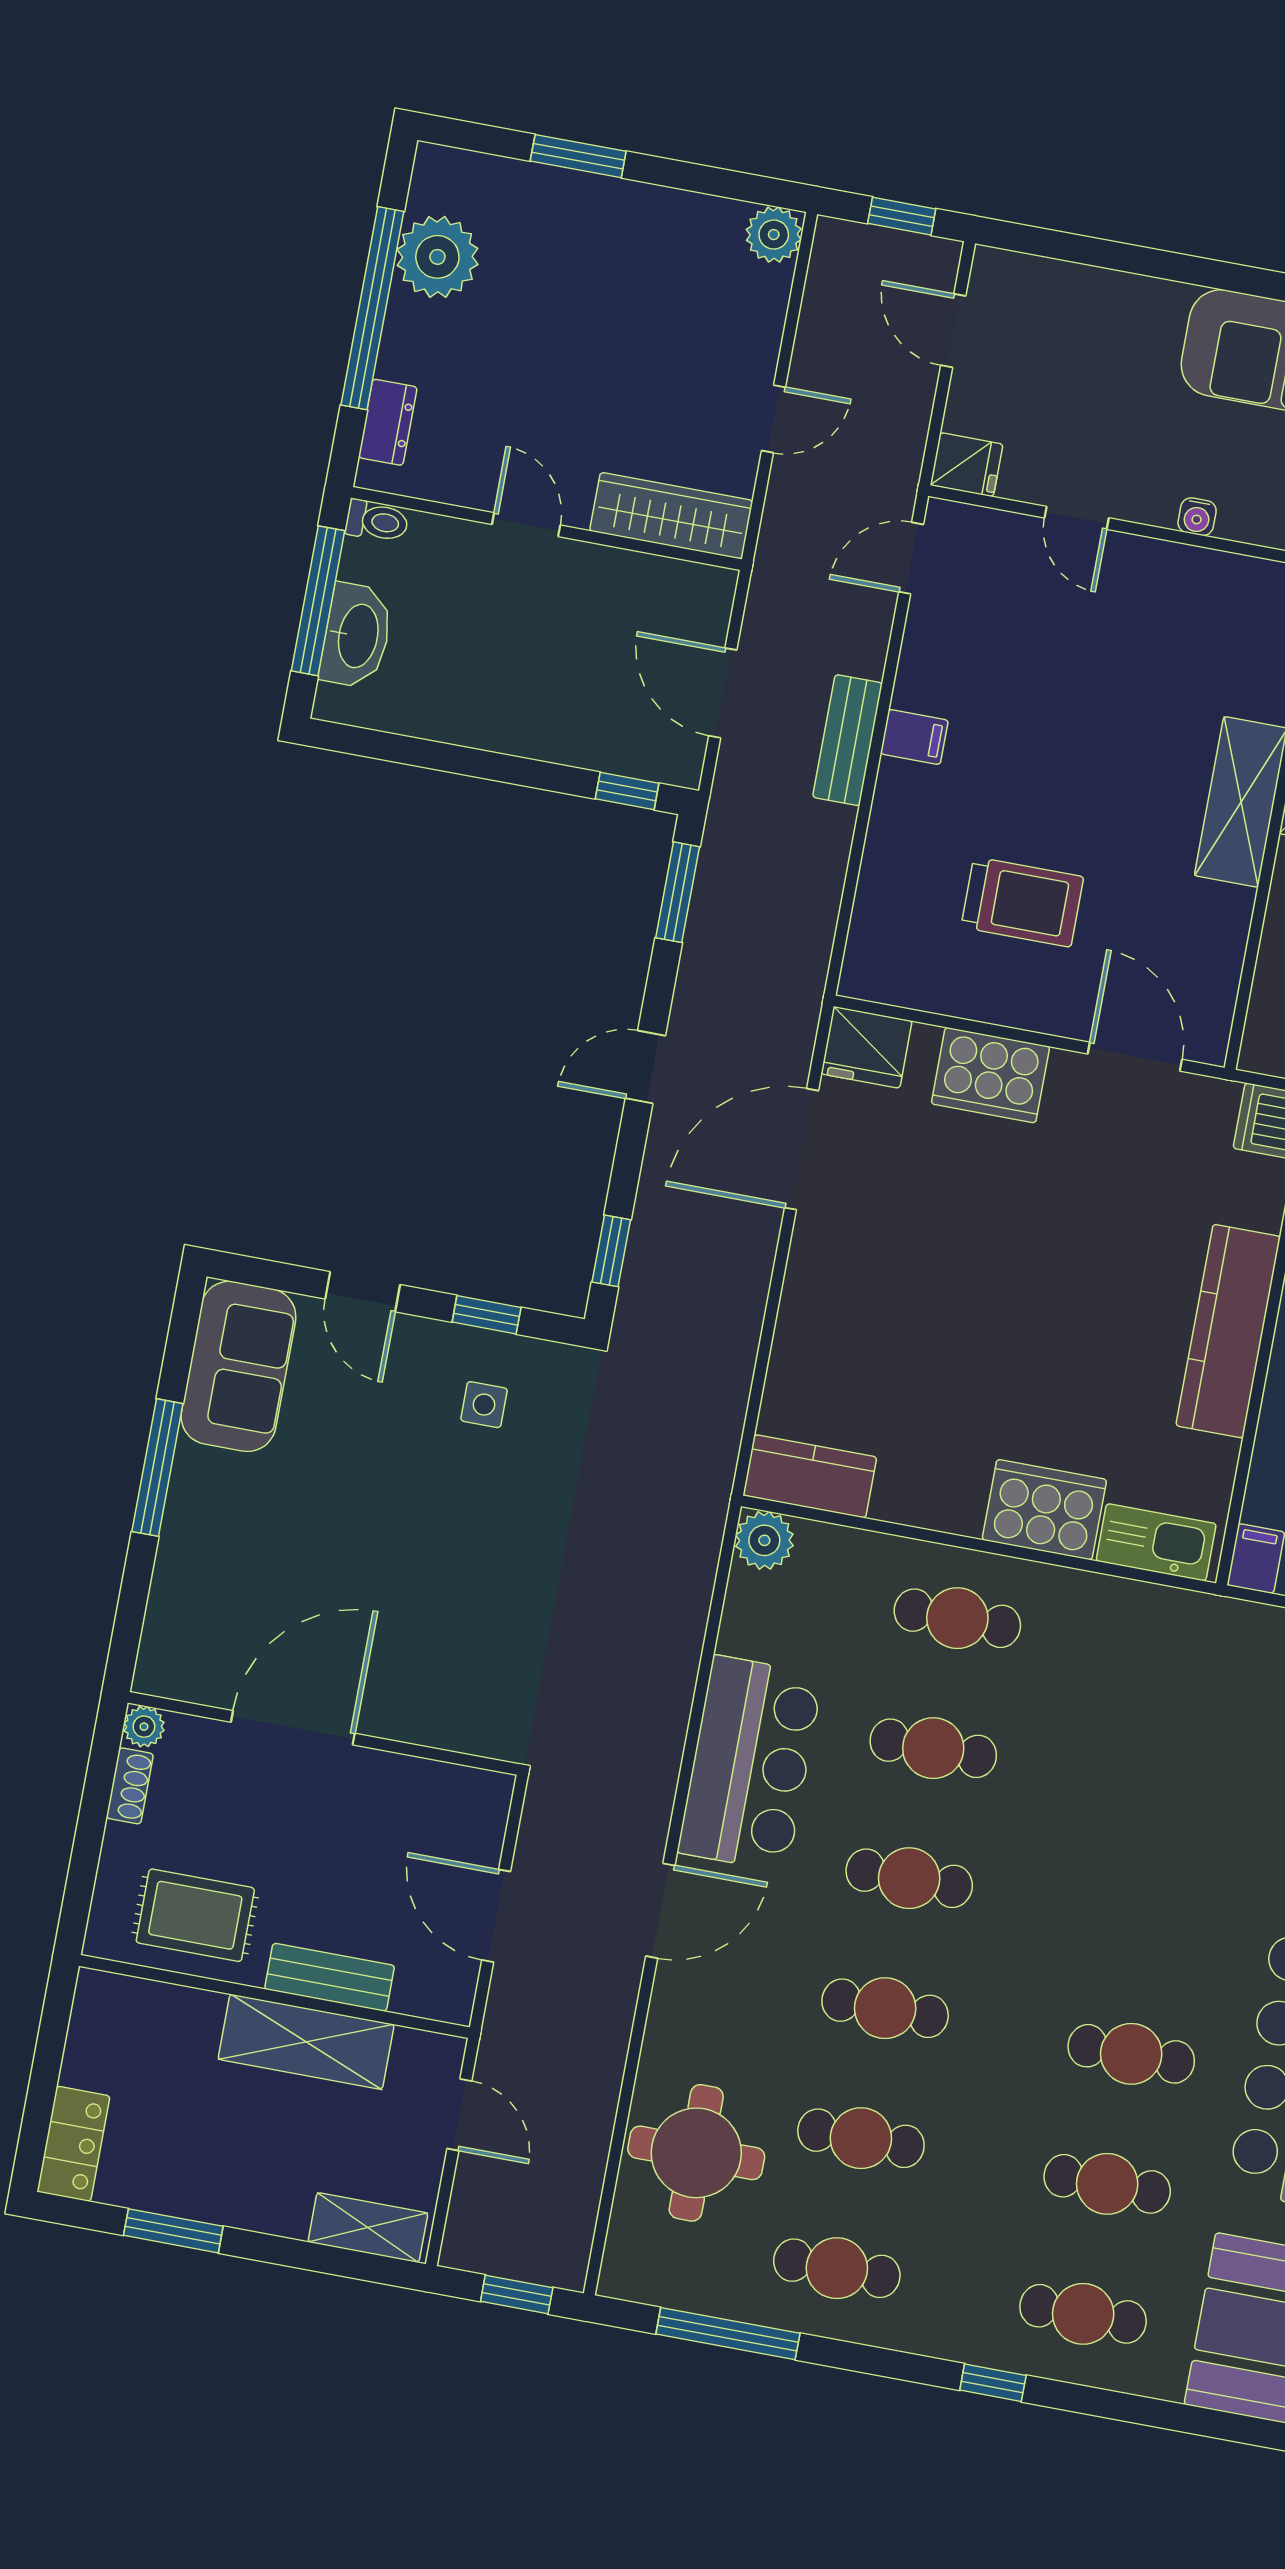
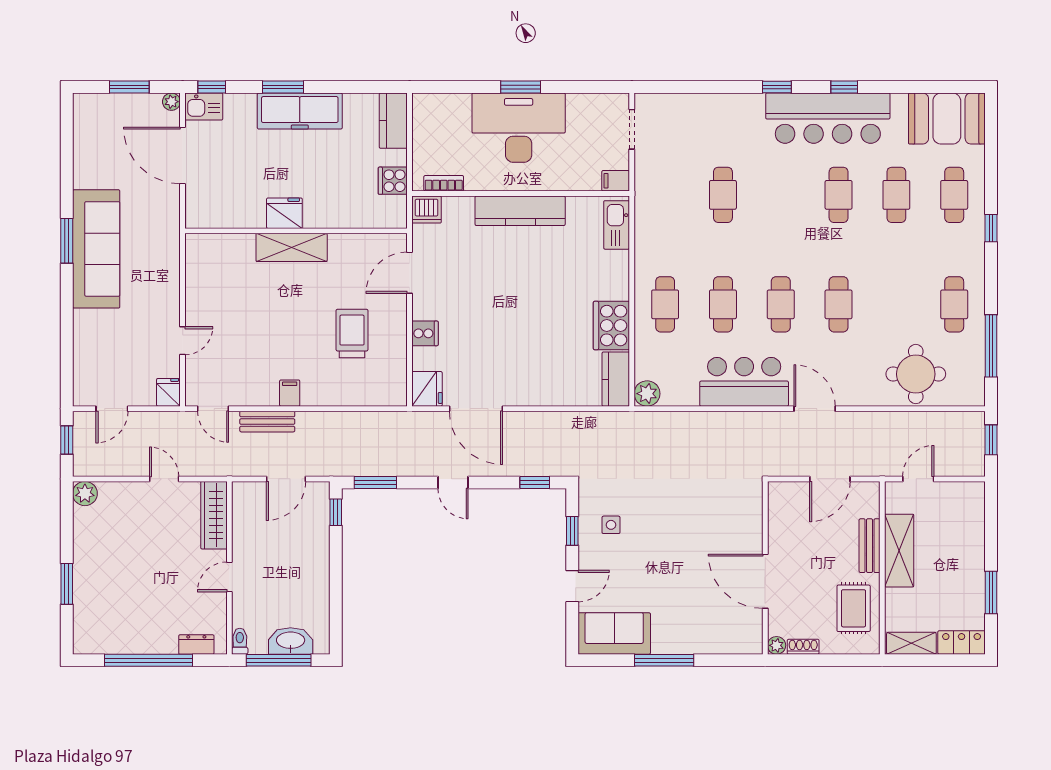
plant: (437, 257) -> (121, 636), removed
water cooler: (1197, 517) -> (172, 289), removed
bench: (848, 740) -> (267, 422), moved
cooker: (990, 1075) -> (425, 333), width x0.53, depth x0.76
cooker: (1044, 1510) -> (611, 326), moved
cafe table: (861, 2138) -> (723, 195), moved
shelving: (368, 2228) -> (911, 643), moved, turned 90

